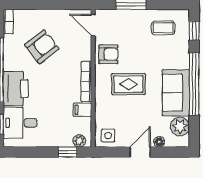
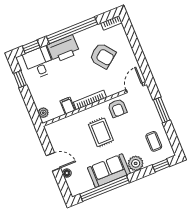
window: (194, 84) -> (105, 188), moved
plant: (180, 127) -> (136, 163), moved
side table: (108, 136) -> (56, 133), removed
window: (68, 152) -> (20, 79), moved

